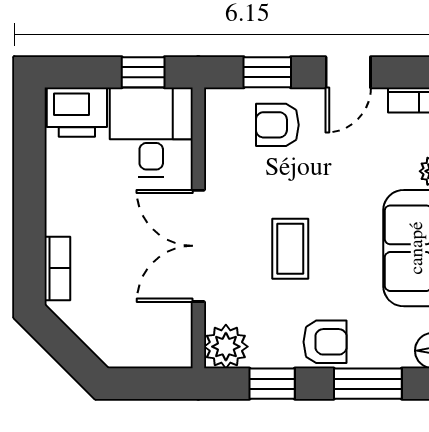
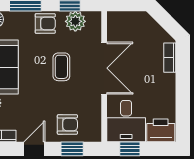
armchair: (325, 342) -> (45, 23), turned 180
plant: (226, 347) -> (75, 21), moved

